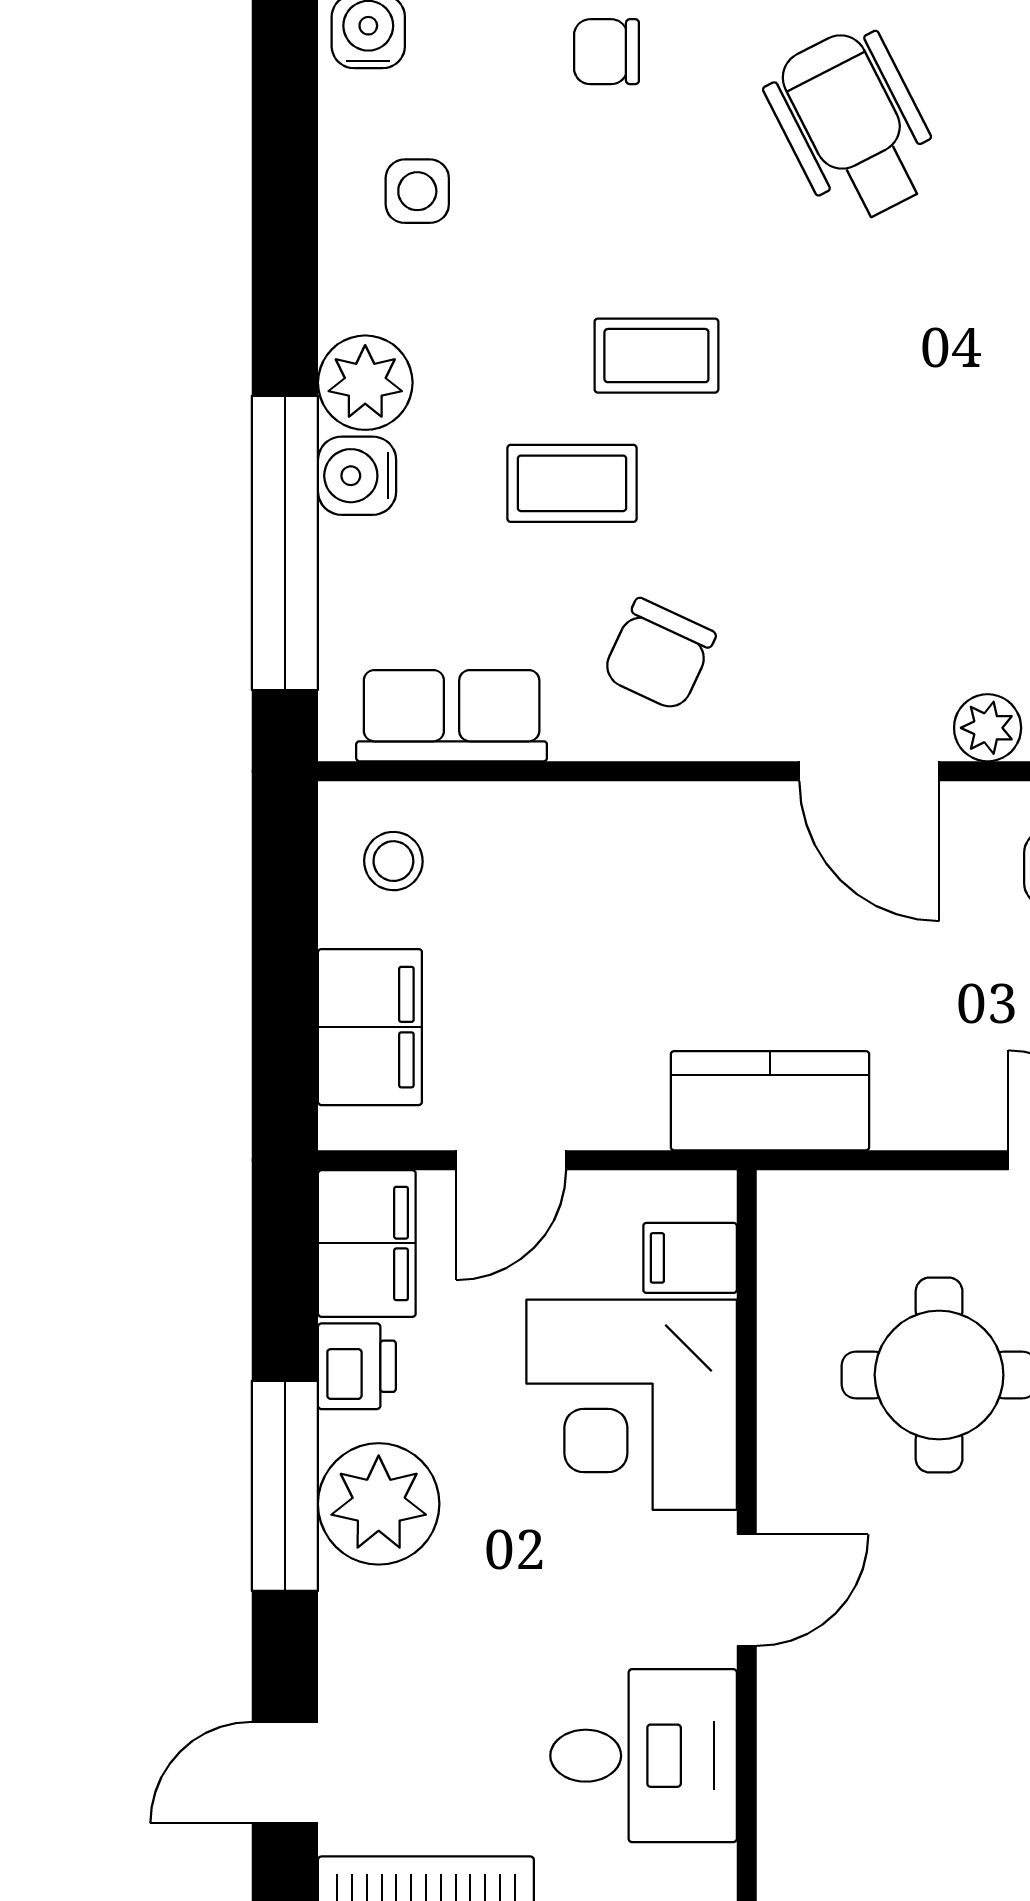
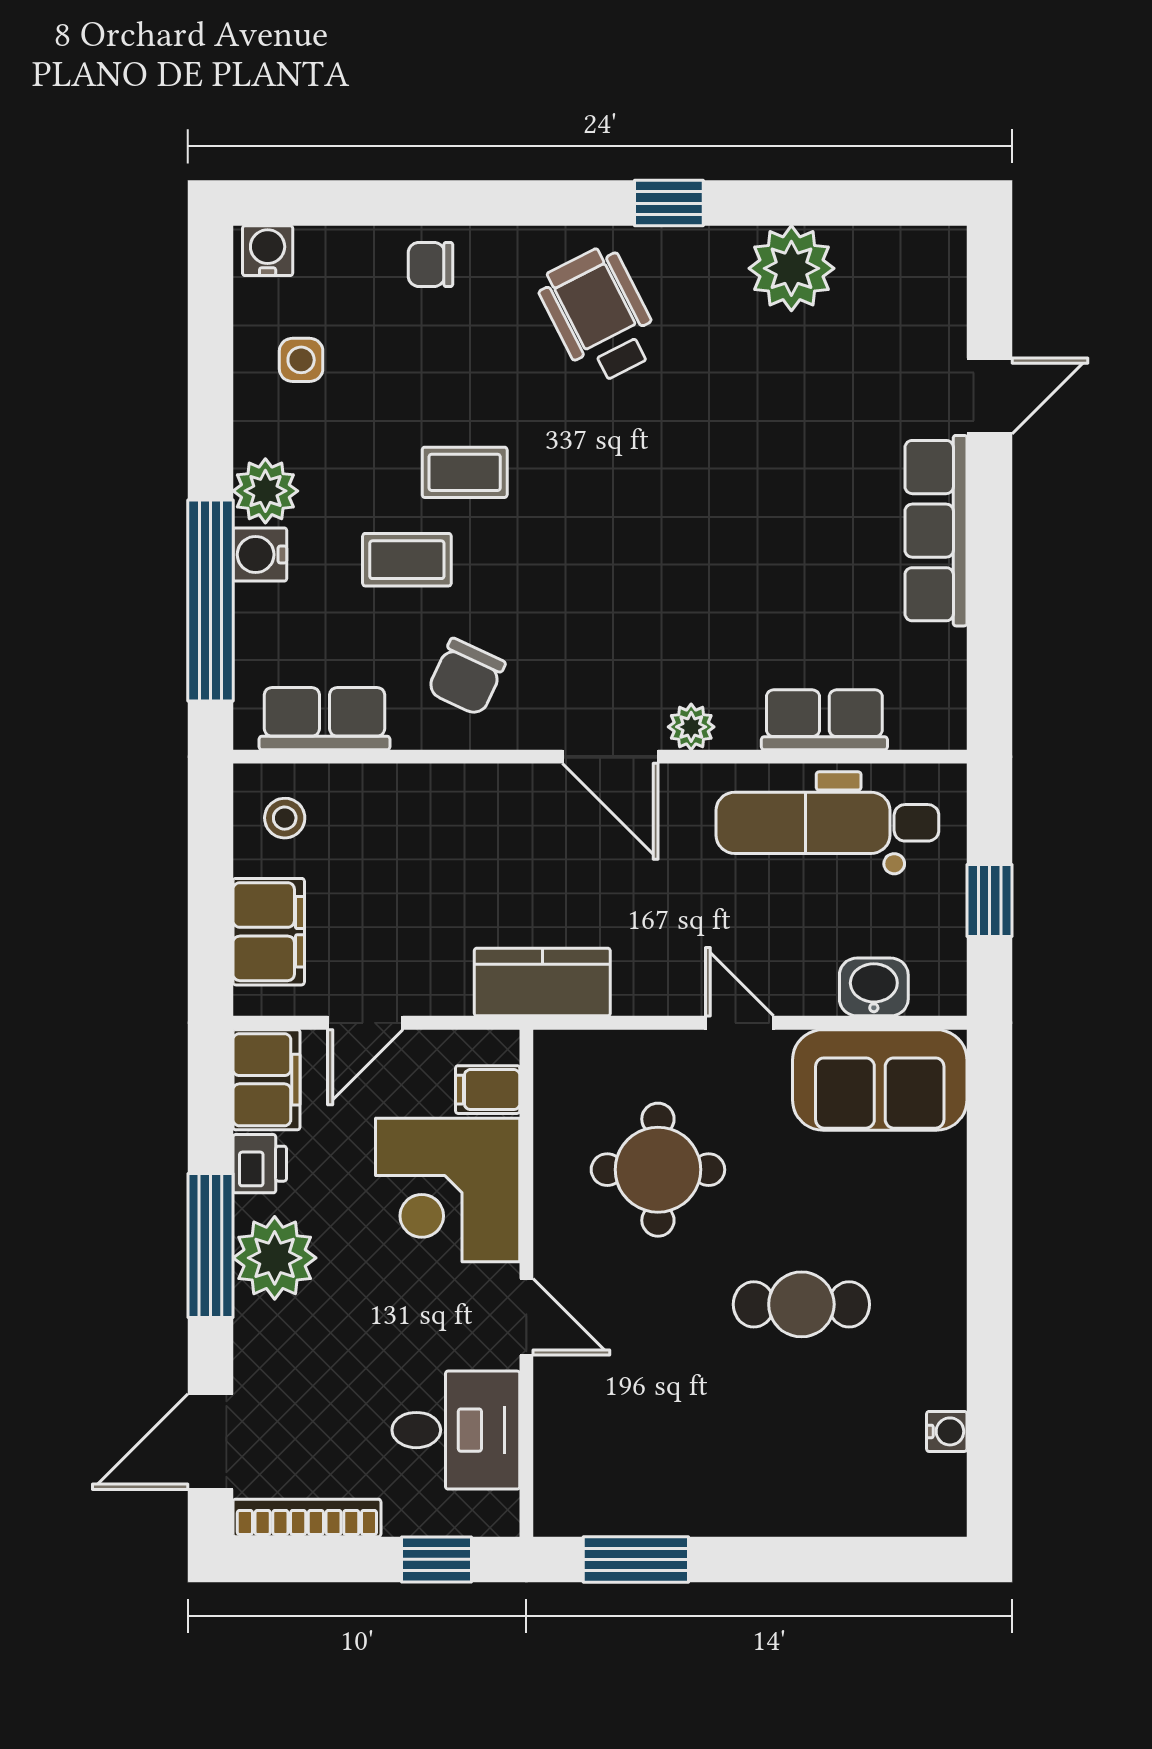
door: (747, 1590) -> (526, 1317), hinge flipped
door: (285, 1773) -> (210, 1442), width x1.38

